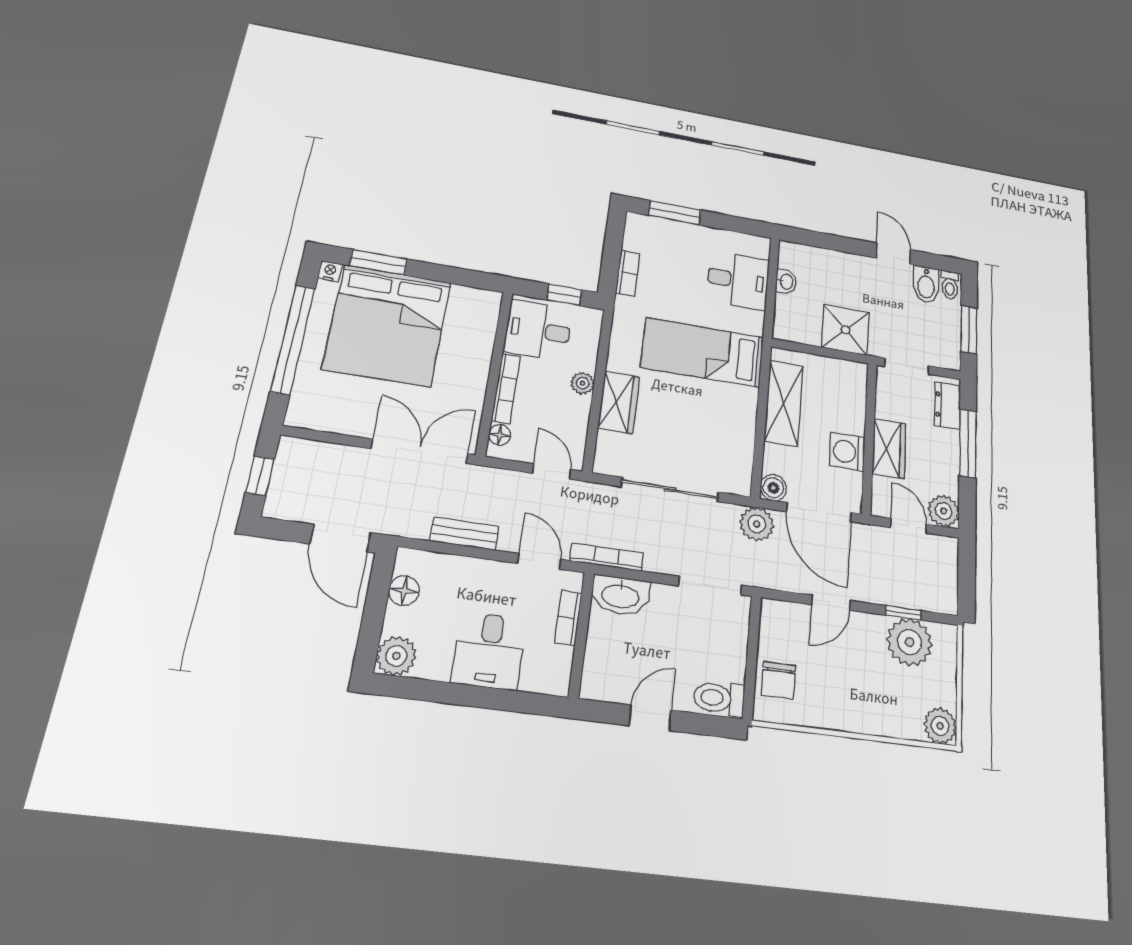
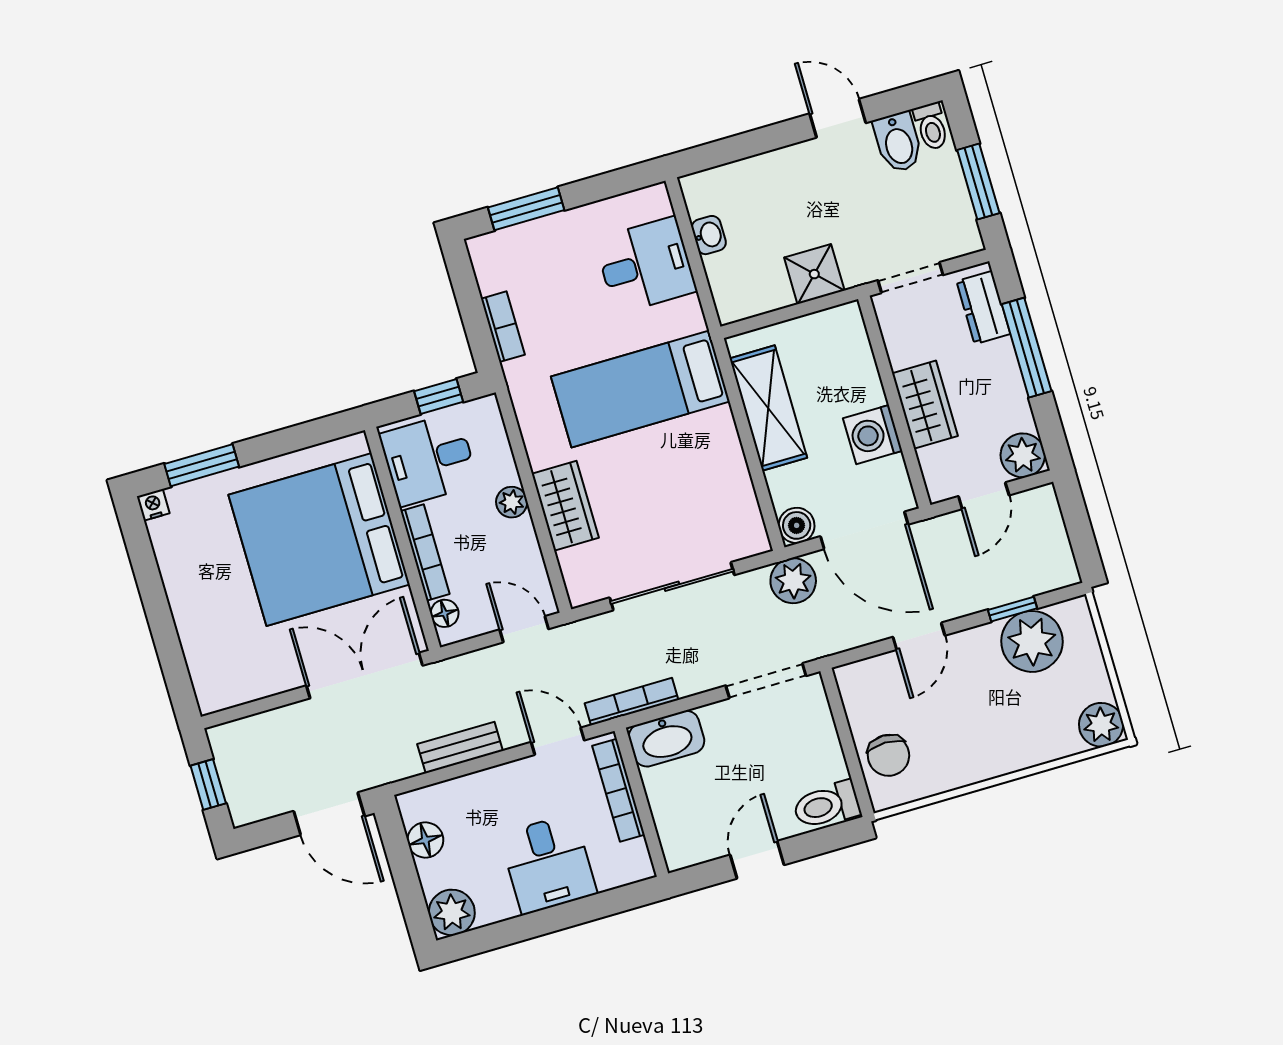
bed: (387, 325) -> (319, 540), moved, turned 90
shower: (846, 330) -> (814, 274), width x0.73, depth x0.73
window: (293, 339) -> (158, 610), removed
door: (909, 526) -> (984, 496), swing flipped
bookcase: (568, 618) -> (618, 790), width x1.56

